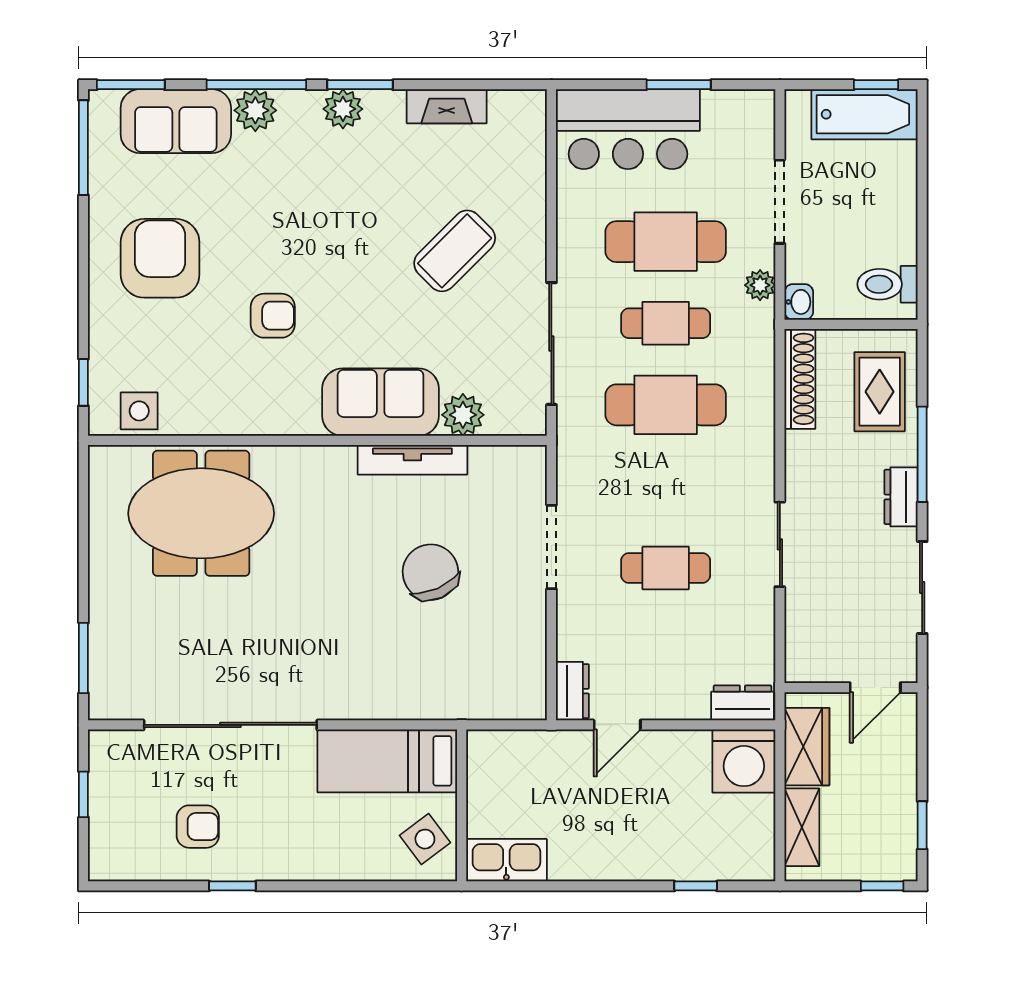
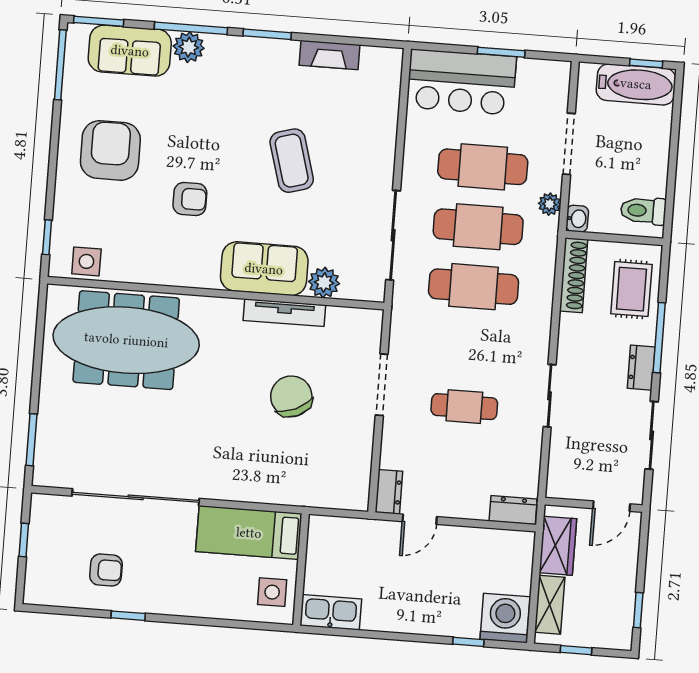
plant: (343, 109) -> (253, 51), removed
coffee table: (455, 251) -> (292, 161), moved, turned -61
cafe table: (666, 323) -> (478, 227), width x1.37, depth x1.35
meeting table: (201, 513) -> (126, 340), width x1.36
washing machine: (744, 761) -> (505, 618), moved, turned 180
side table: (425, 839) -> (272, 592), turned 37
window: (882, 886) -> (576, 650), moved

